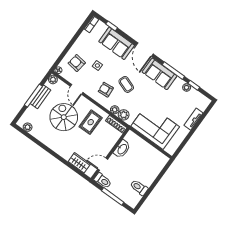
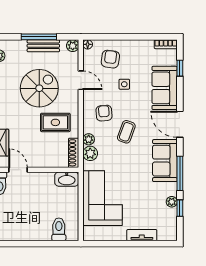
door: (145, 50) -> (180, 124), hinge flipped
door: (77, 89) -> (81, 80), swing flipped
washbasin: (122, 149) -> (67, 179), moved
toilet: (139, 187) -> (59, 229), moved

